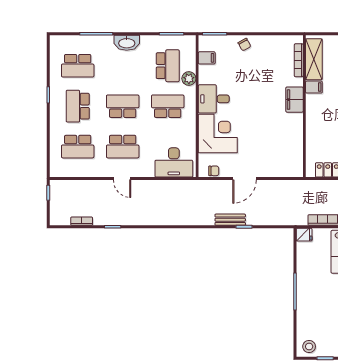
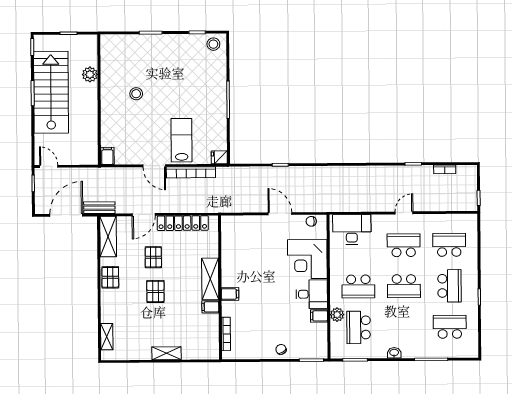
washbasin: (127, 43) -> (394, 353), width x0.52, depth x0.69
filing cabinet: (207, 58) -> (319, 316), moved
shelving: (314, 59) -> (210, 279), moved
filing cabinet: (294, 100) -> (230, 294), width x0.50
door: (122, 179) -> (404, 213), hinge flipped
door: (245, 179) -> (280, 214), hinge flipped
bench: (230, 220) -> (294, 172), removed

